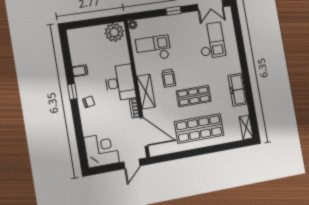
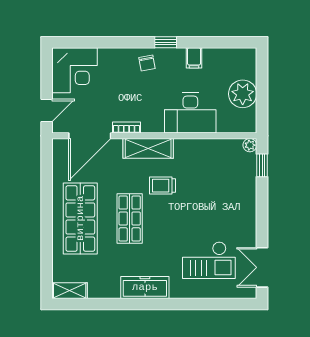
window: (174, 11) -> (262, 165), moved
plant: (114, 32) -> (243, 94), moved
checkout: (154, 48) -> (210, 170), removed
desk: (120, 83) -> (190, 113), moved
freezer: (238, 90) -> (145, 287), moved
door: (132, 164) -> (47, 111), swing flipped

